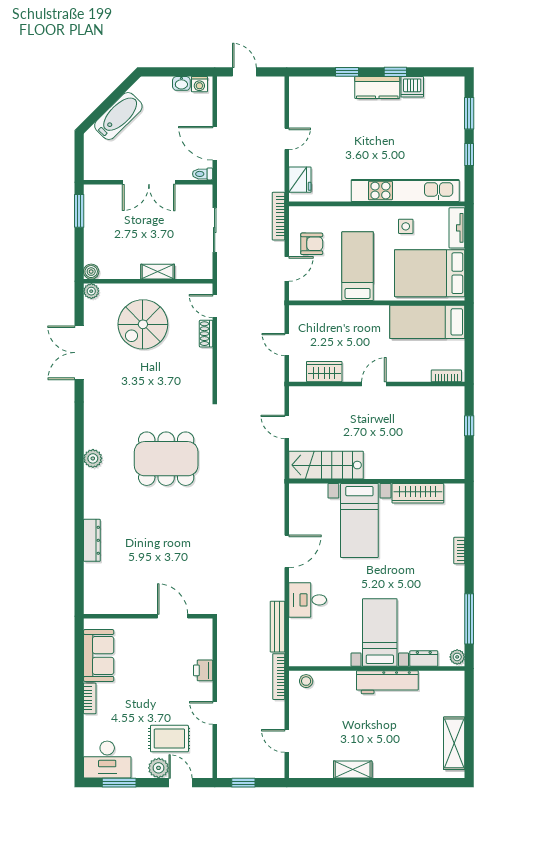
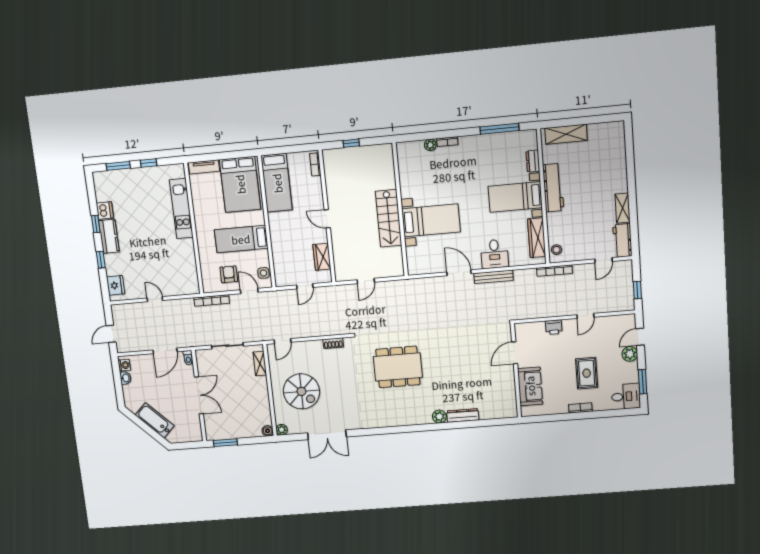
fridge: (300, 180) -> (116, 285), moved, turned 90
kitchen unit: (405, 191) -> (181, 209), width x0.73
side table: (406, 226) -> (263, 273), moved
shelving: (158, 272) -> (260, 364), moved
shoe rack: (206, 334) -> (333, 343), moved
plant: (93, 458) -> (439, 417), moved
dining table: (166, 459) -> (398, 367), turned 90
stairs: (326, 465) -> (389, 218), moved
wardrobe: (418, 493) -> (537, 238), moved, turned 180
bench: (277, 627) -> (494, 277), moved
sofa: (99, 655) -> (530, 386), moved, turned 90
plant: (457, 657) -> (430, 145), moved
rug: (169, 739) -> (587, 373), moved
shelving: (454, 743) -> (566, 134), moved
desk: (107, 759) -> (626, 396), width x0.73
workbench: (311, 767) -> (622, 240), added

